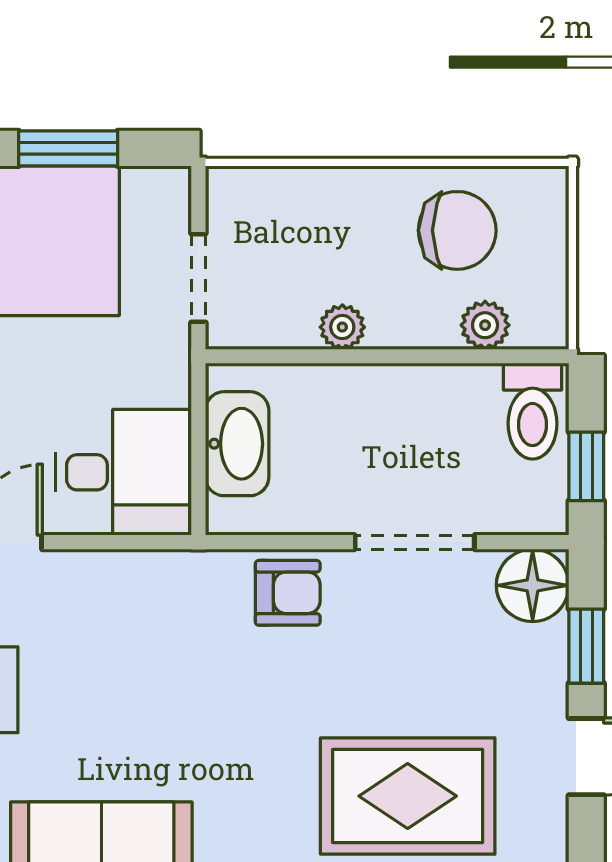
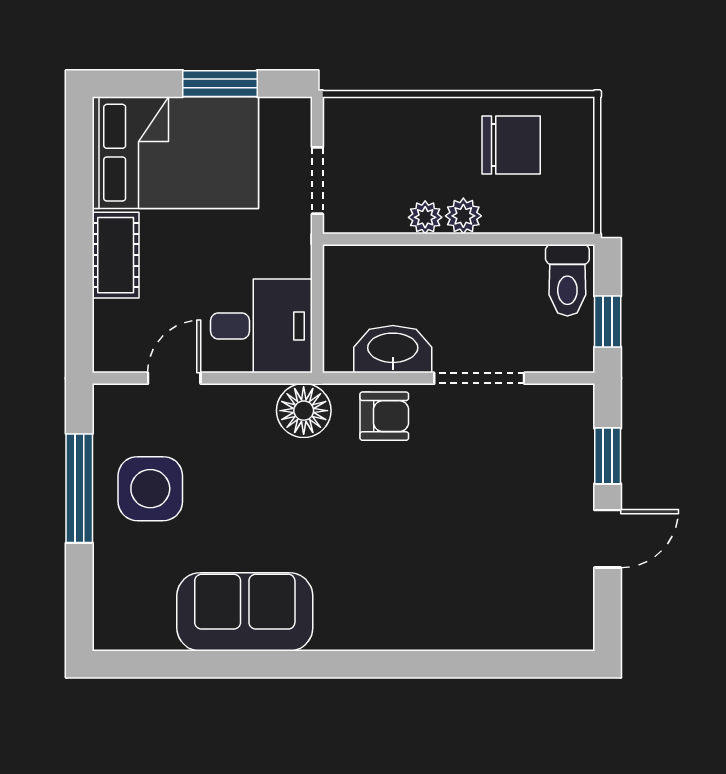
plant: (485, 325) -> (463, 216), moved
washbasin: (237, 444) -> (393, 349), moved, turned -90
floor lamp: (533, 585) -> (304, 411), moved
rug: (408, 796) -> (474, 568), removed

